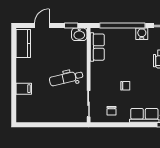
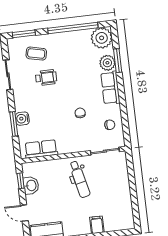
window: (122, 25) -> (14, 124), width x0.47
washbasin: (79, 34) -> (31, 185), moved
water cooler: (142, 34) -> (22, 119), moved

